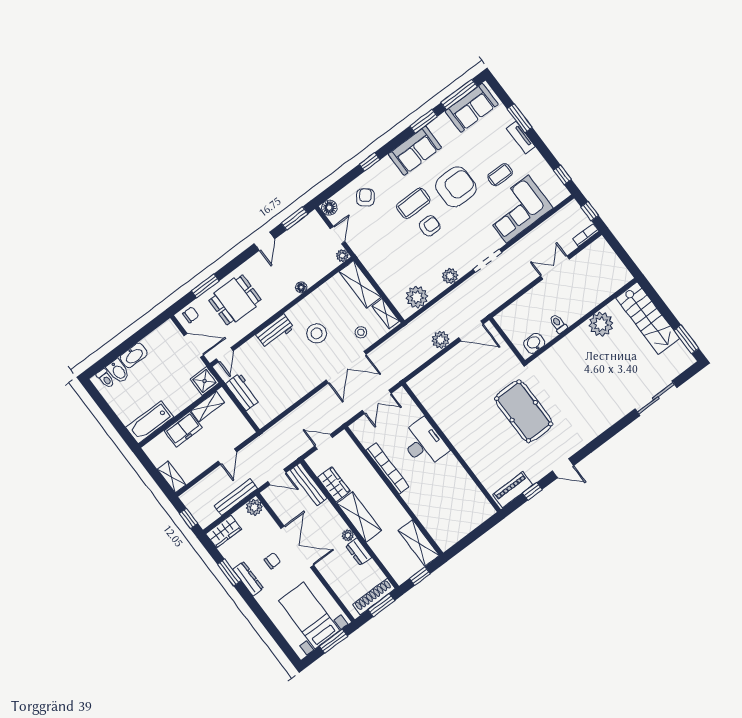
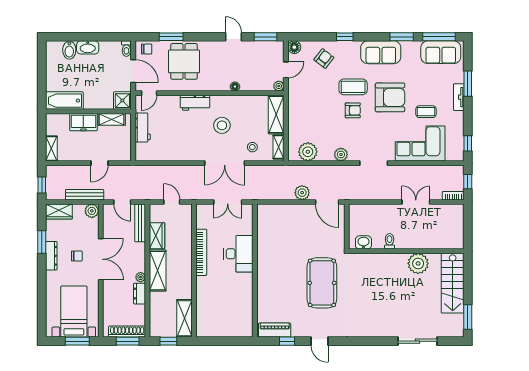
door: (264, 241) -> (234, 37), swing flipped
dining table: (235, 300) -> (184, 61), turned 90
toilet: (105, 378) -> (126, 49), moved

